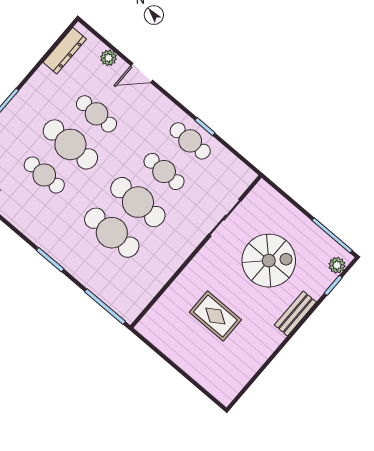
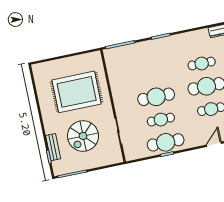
cafe table: (190, 141) -> (166, 142), width x1.37, depth x1.35
cafe table: (112, 233) -> (151, 74), removed
plant: (337, 265) -> (57, 166), removed
bench: (295, 314) -> (53, 147), moved
rug: (215, 316) -> (77, 92), width x1.86, depth x2.06

